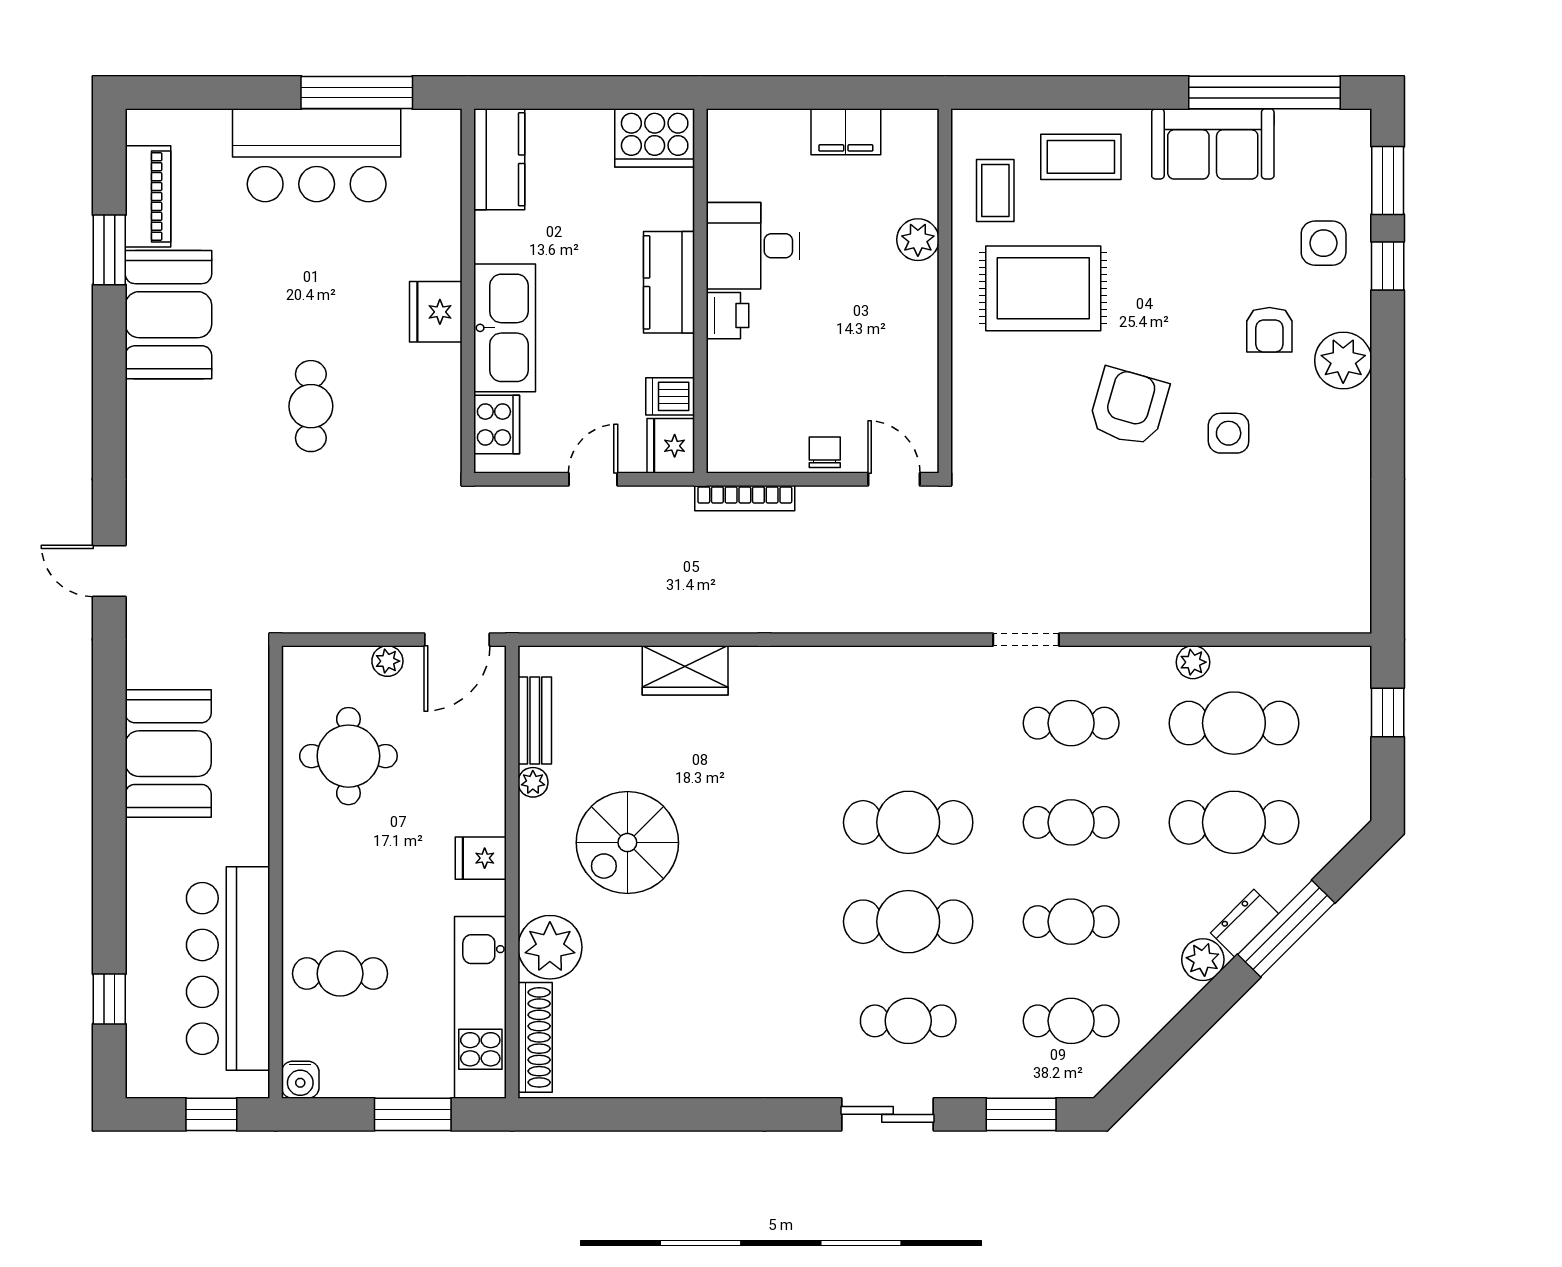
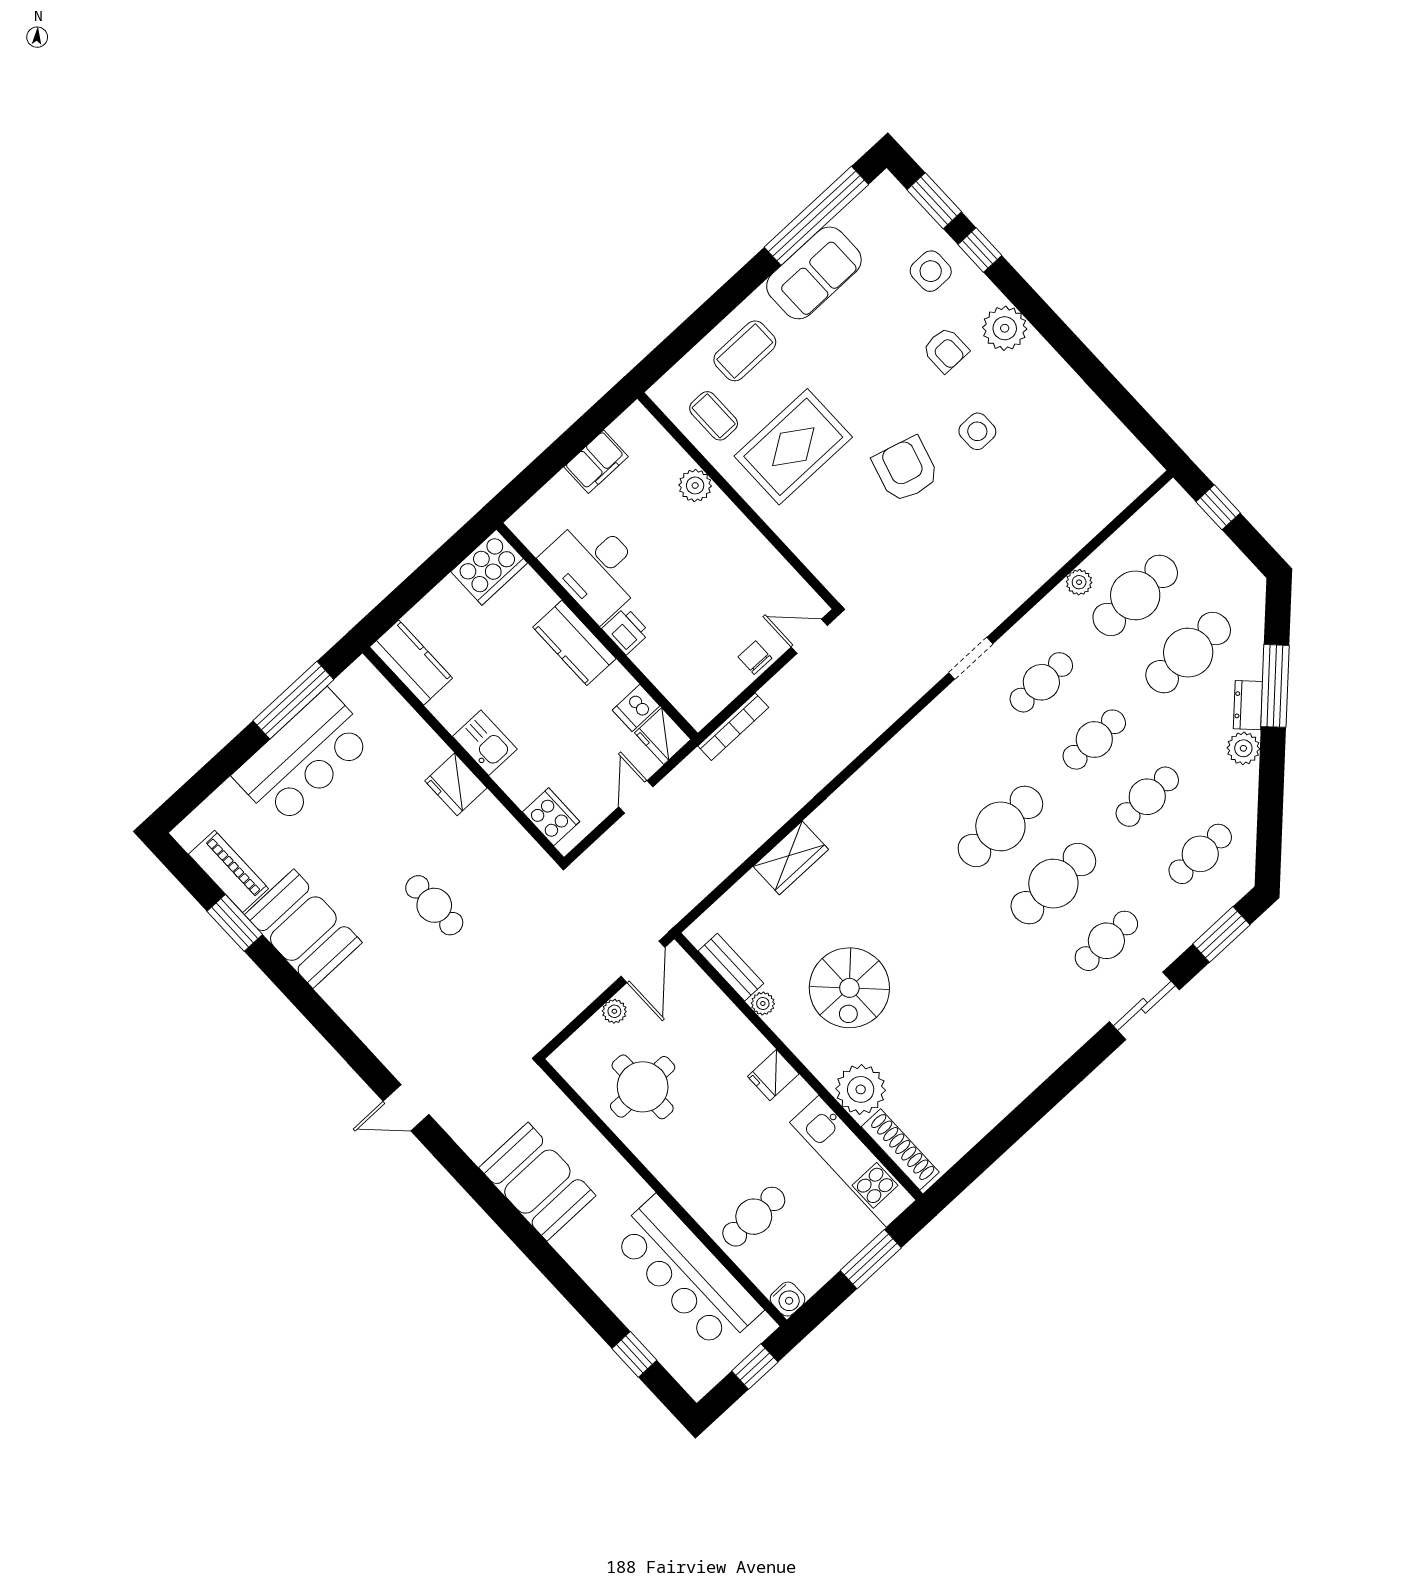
desk: (753, 246) -> (595, 568), width x1.37
kitchen sink: (505, 328) -> (485, 743), width x0.53, depth x0.81

